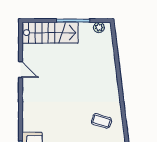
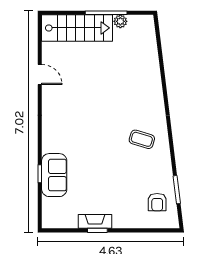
plant: (99, 27) -> (120, 21), moved

